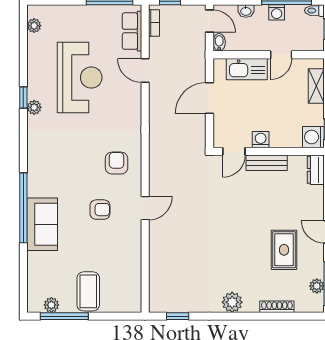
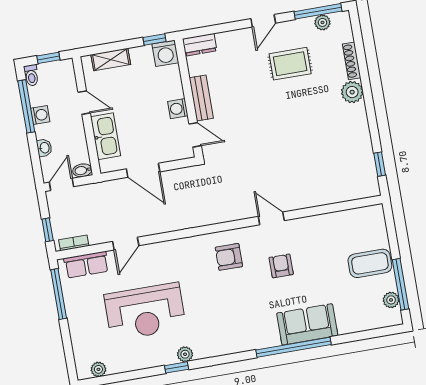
reception desk: (80, 78) -> (145, 312), turned 180
plant: (232, 302) -> (352, 92), moved

